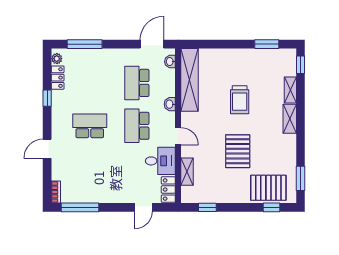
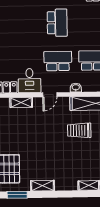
trolley: (240, 100) -> (79, 130), moved
shelving: (290, 119) -> (42, 186), moved
pallet: (238, 151) -> (38, 143), removed

